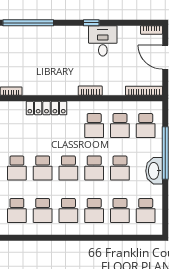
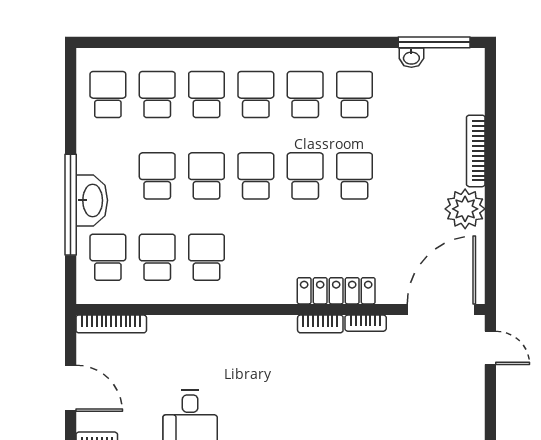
bookcase: (90, 91) -> (320, 324), moved
locker: (47, 108) -> (336, 291), moved
washbasin: (154, 171) -> (92, 200), moved

